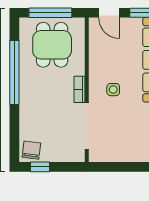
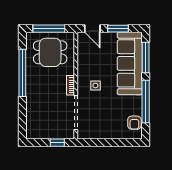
dining table: (52, 45) -> (50, 52), turned 90
chair: (31, 150) -> (35, 130), removed
window: (40, 167) -> (57, 143), moved

